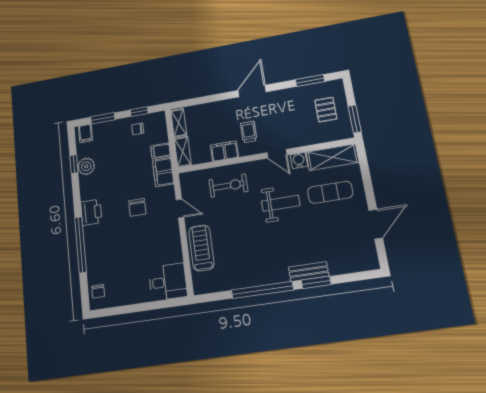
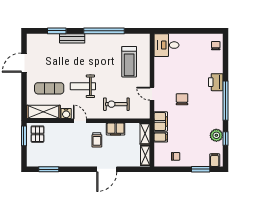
door: (252, 91) -> (107, 169), moved
pallet: (326, 110) -> (38, 134), moved
window: (139, 112) -> (173, 169), removed
printer: (91, 212) -> (216, 82), moved
window: (81, 245) -> (225, 101), moved
treadmill: (201, 248) -> (129, 62), moved
window: (316, 282) -> (57, 31), moved

